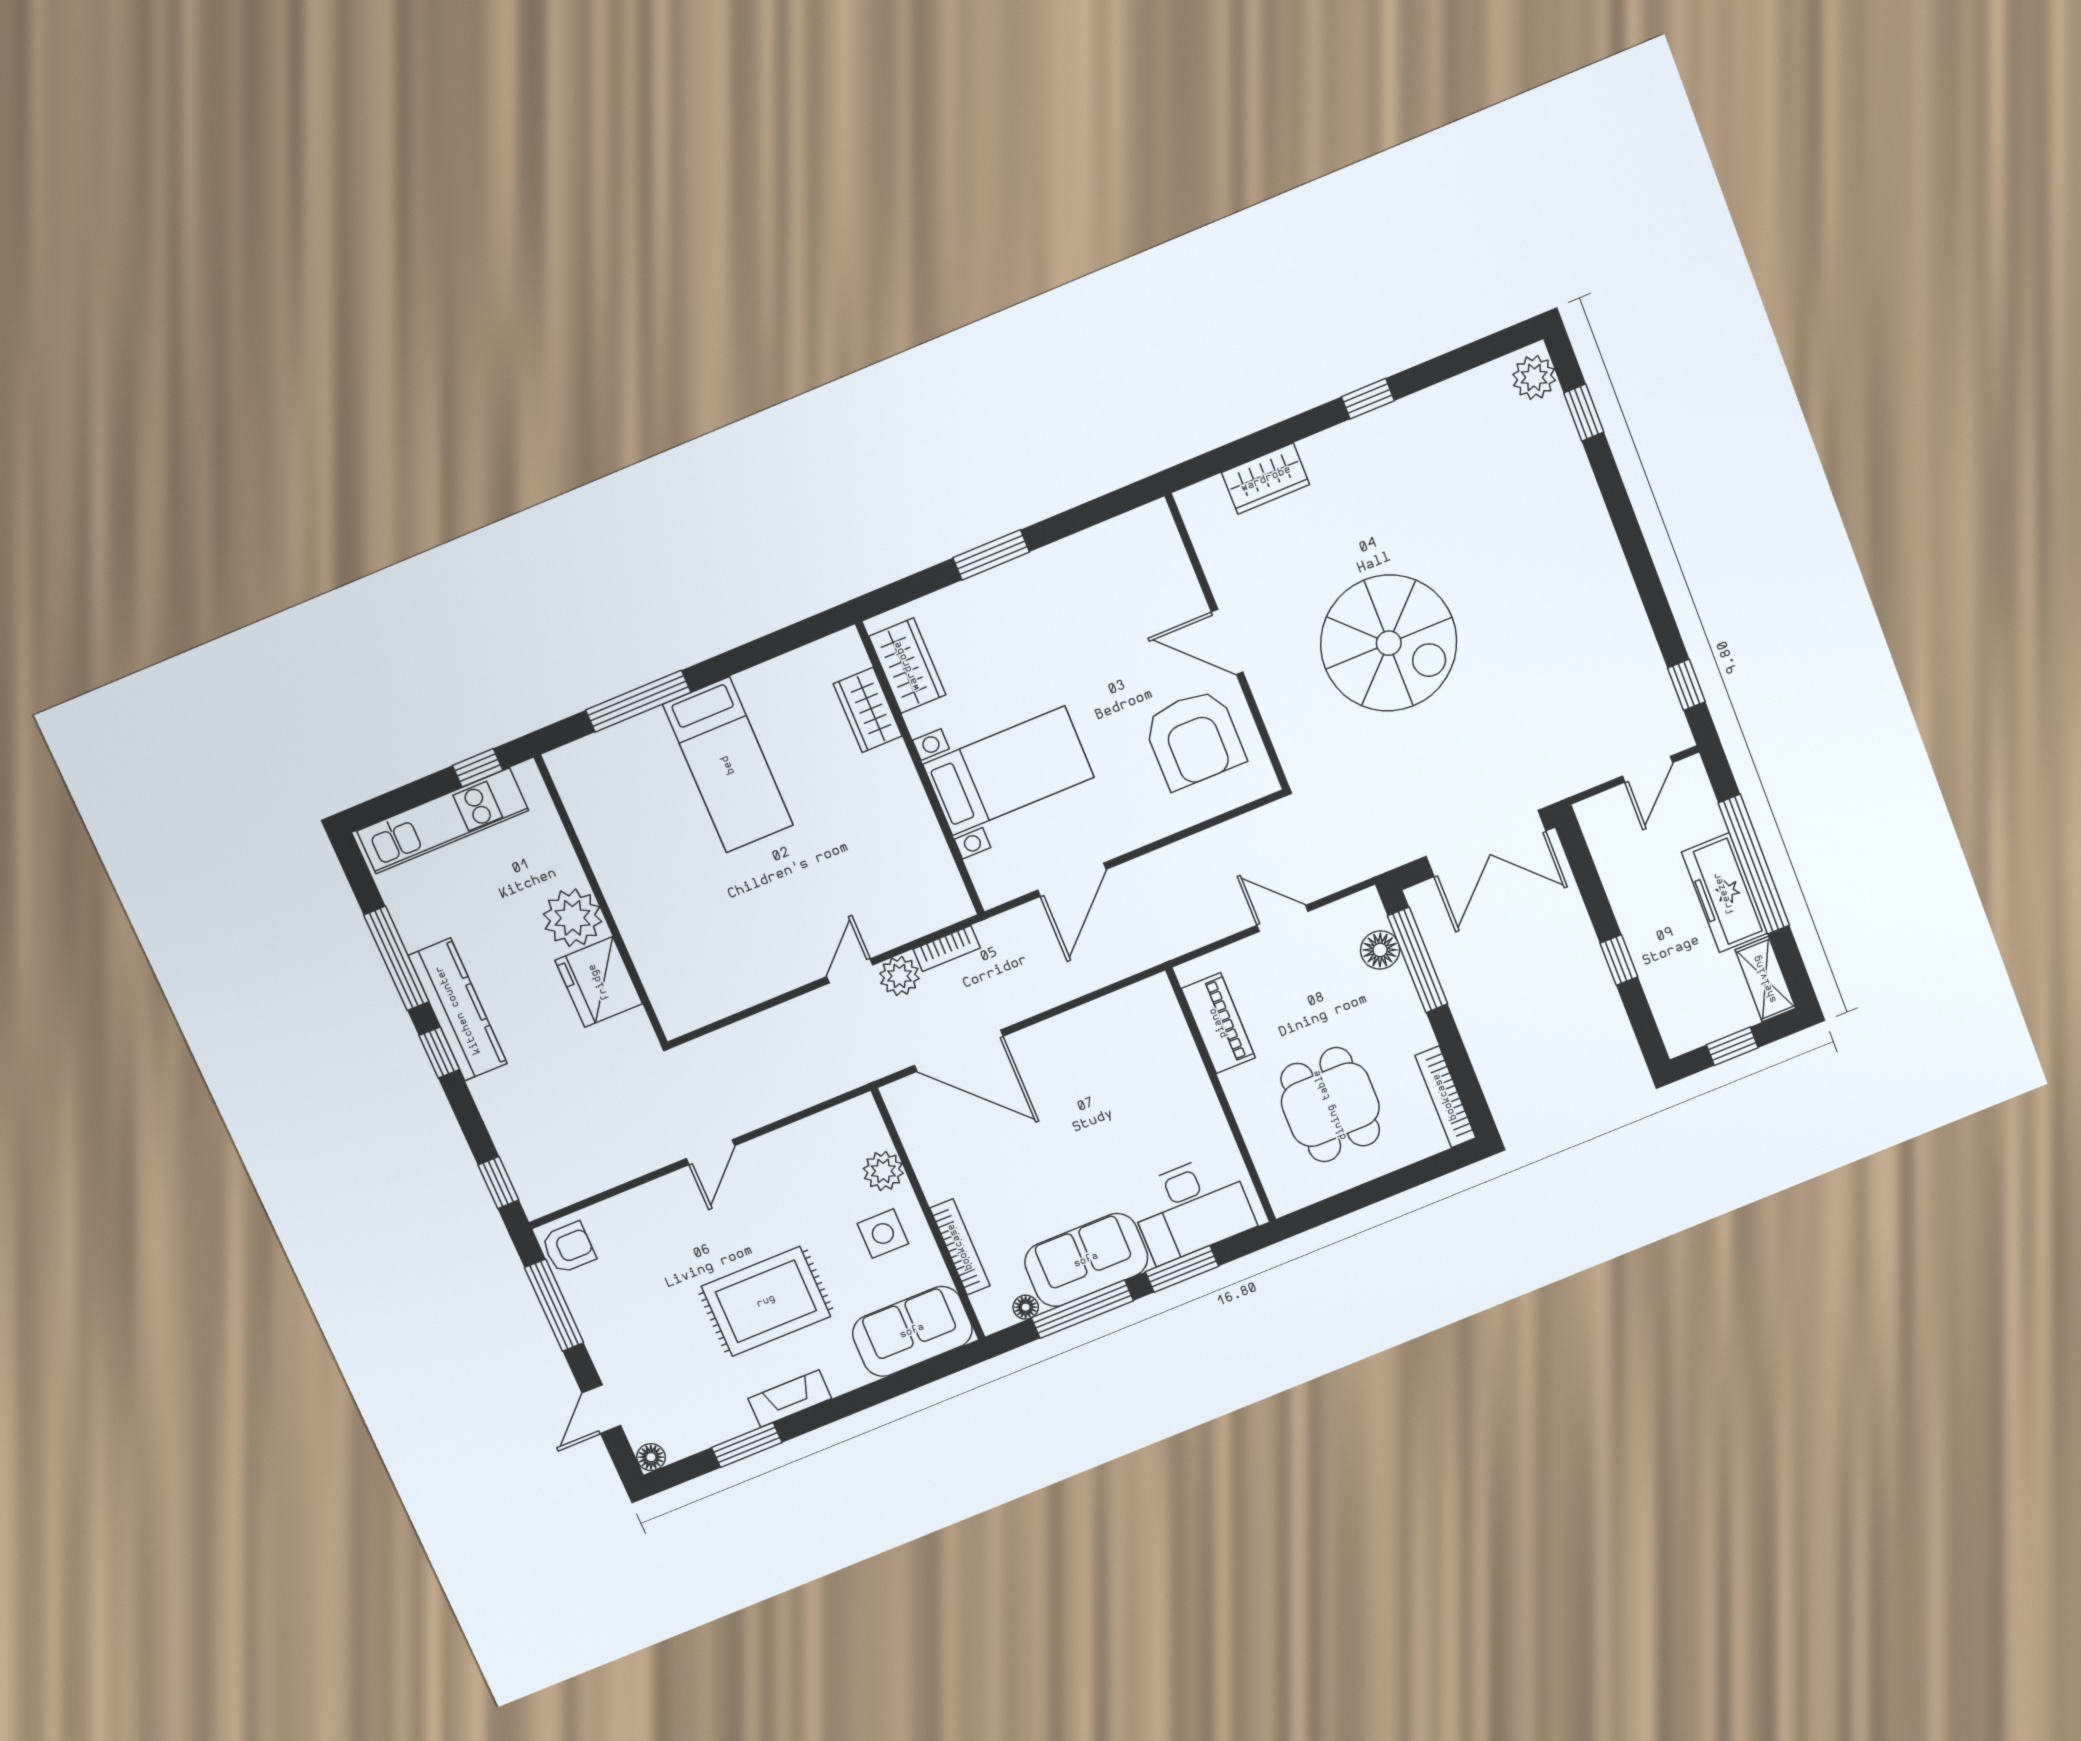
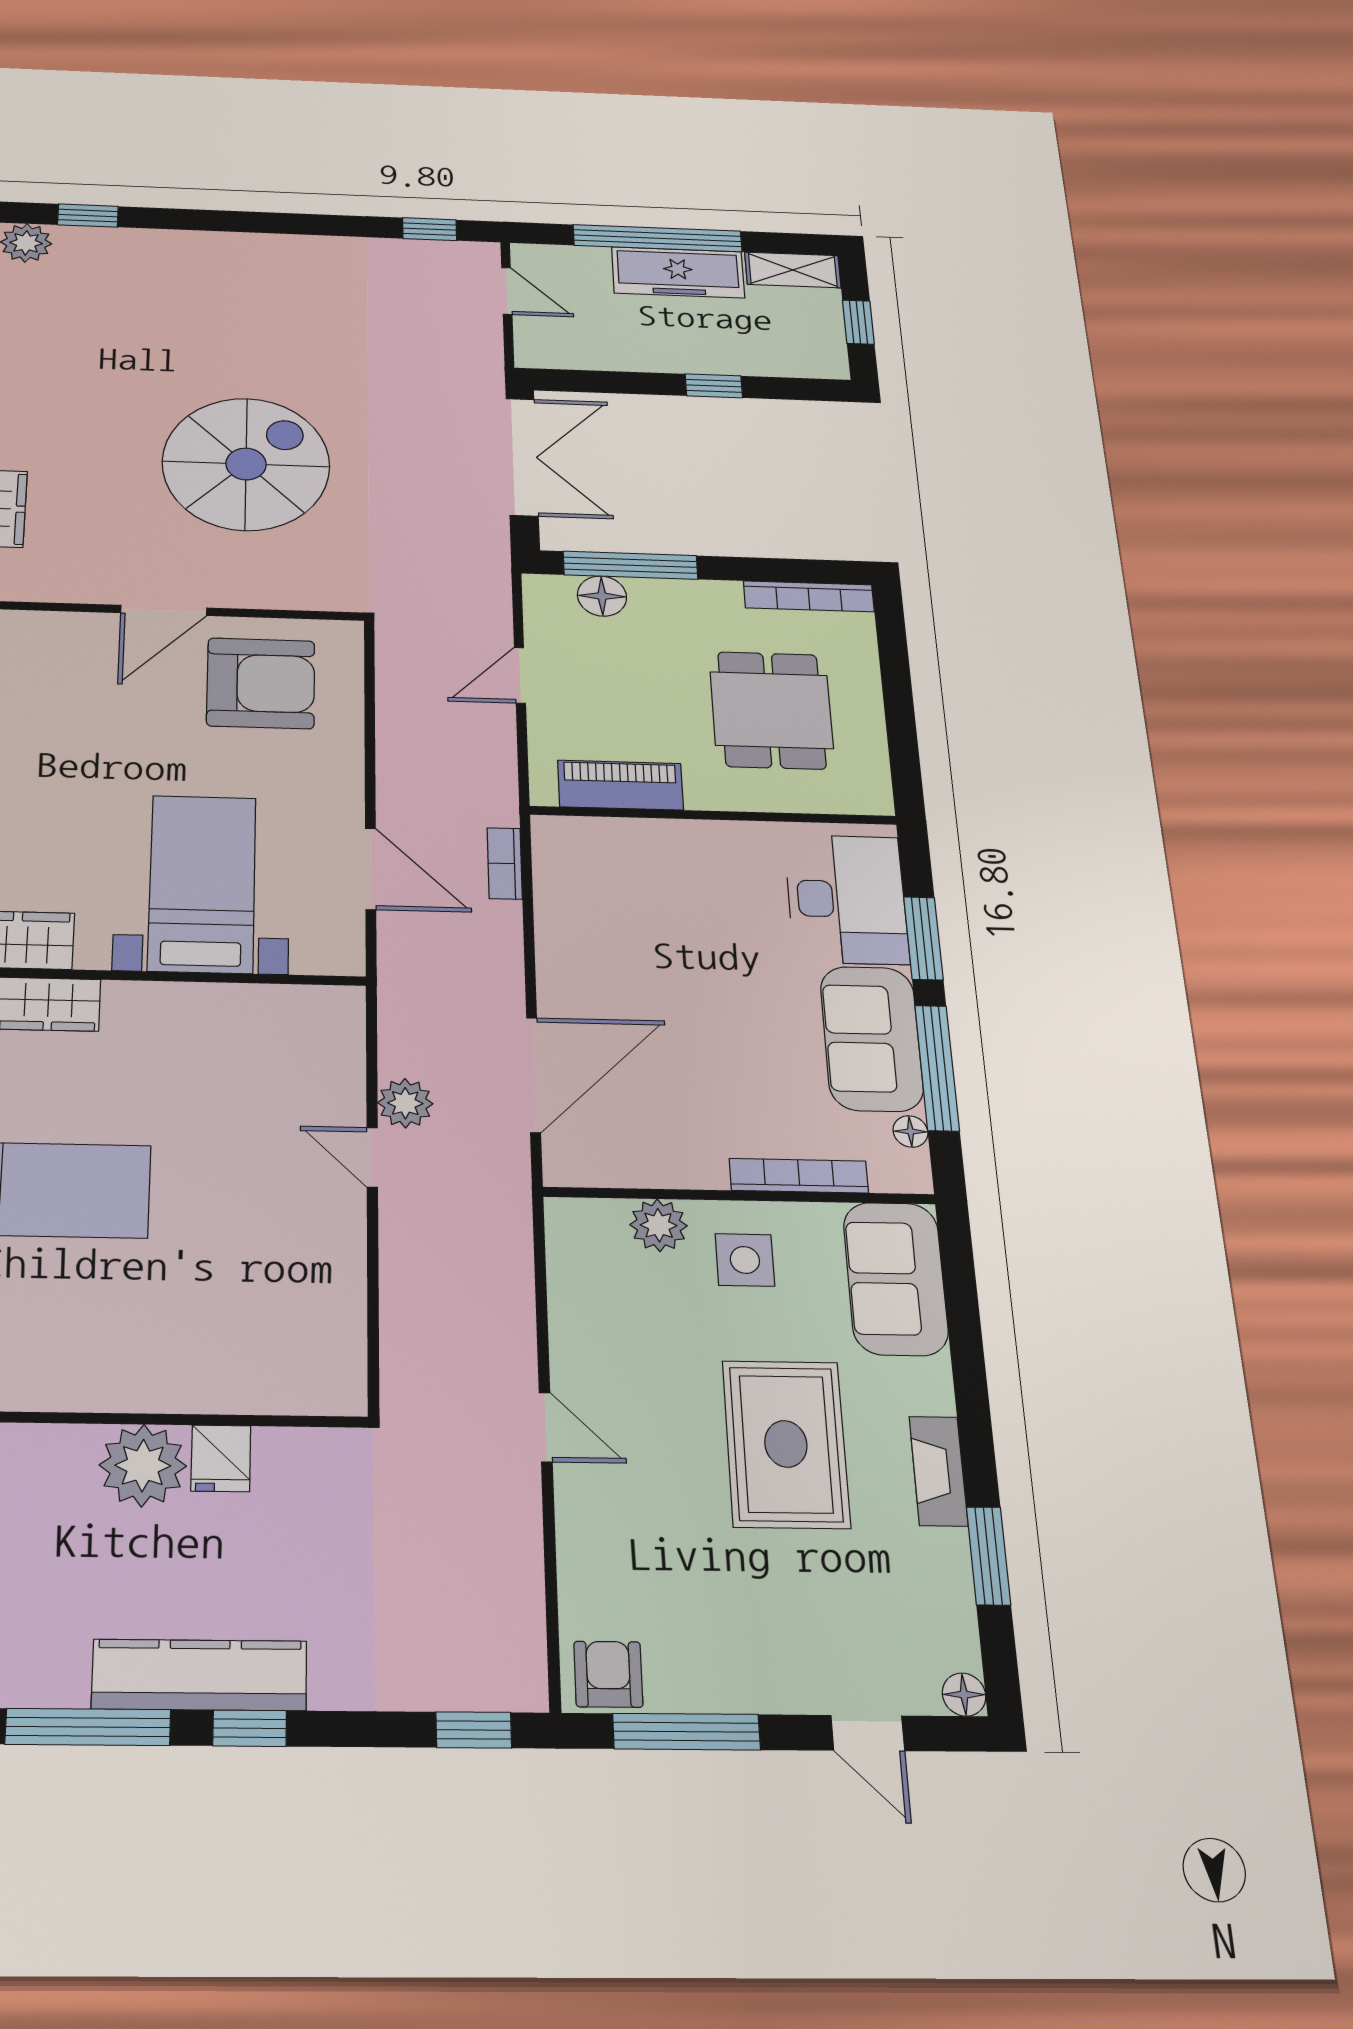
bookcase: (947, 949) -> (505, 863), moved, turned 180
fridge: (599, 982) -> (221, 1458), width x0.53, depth x0.75
dining table: (1330, 1105) -> (772, 710), turned 90

